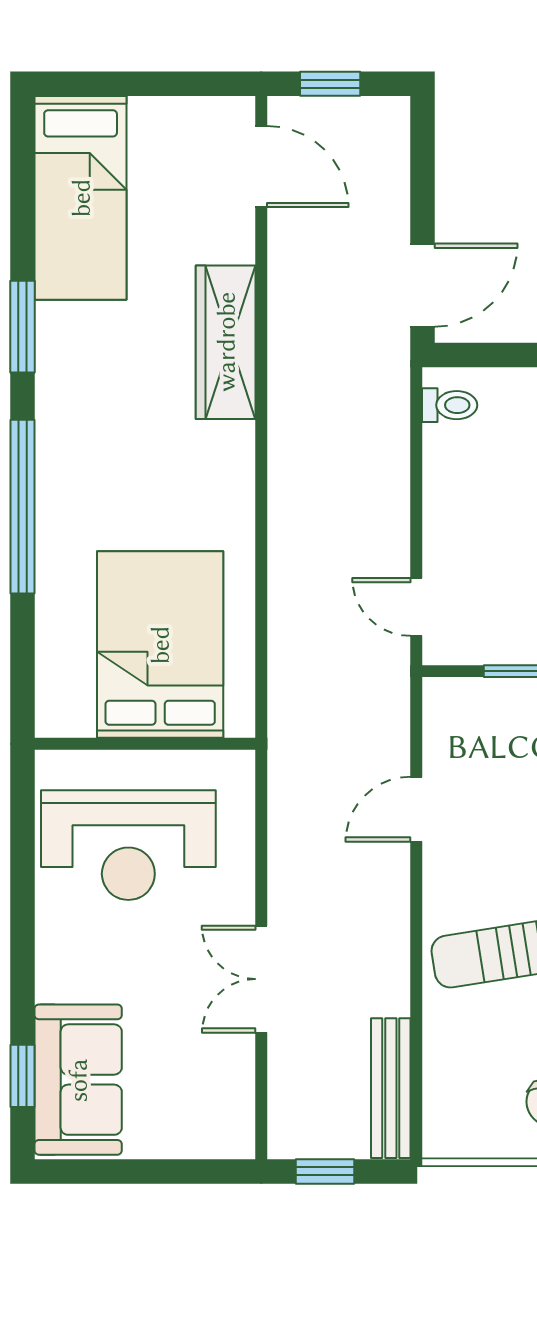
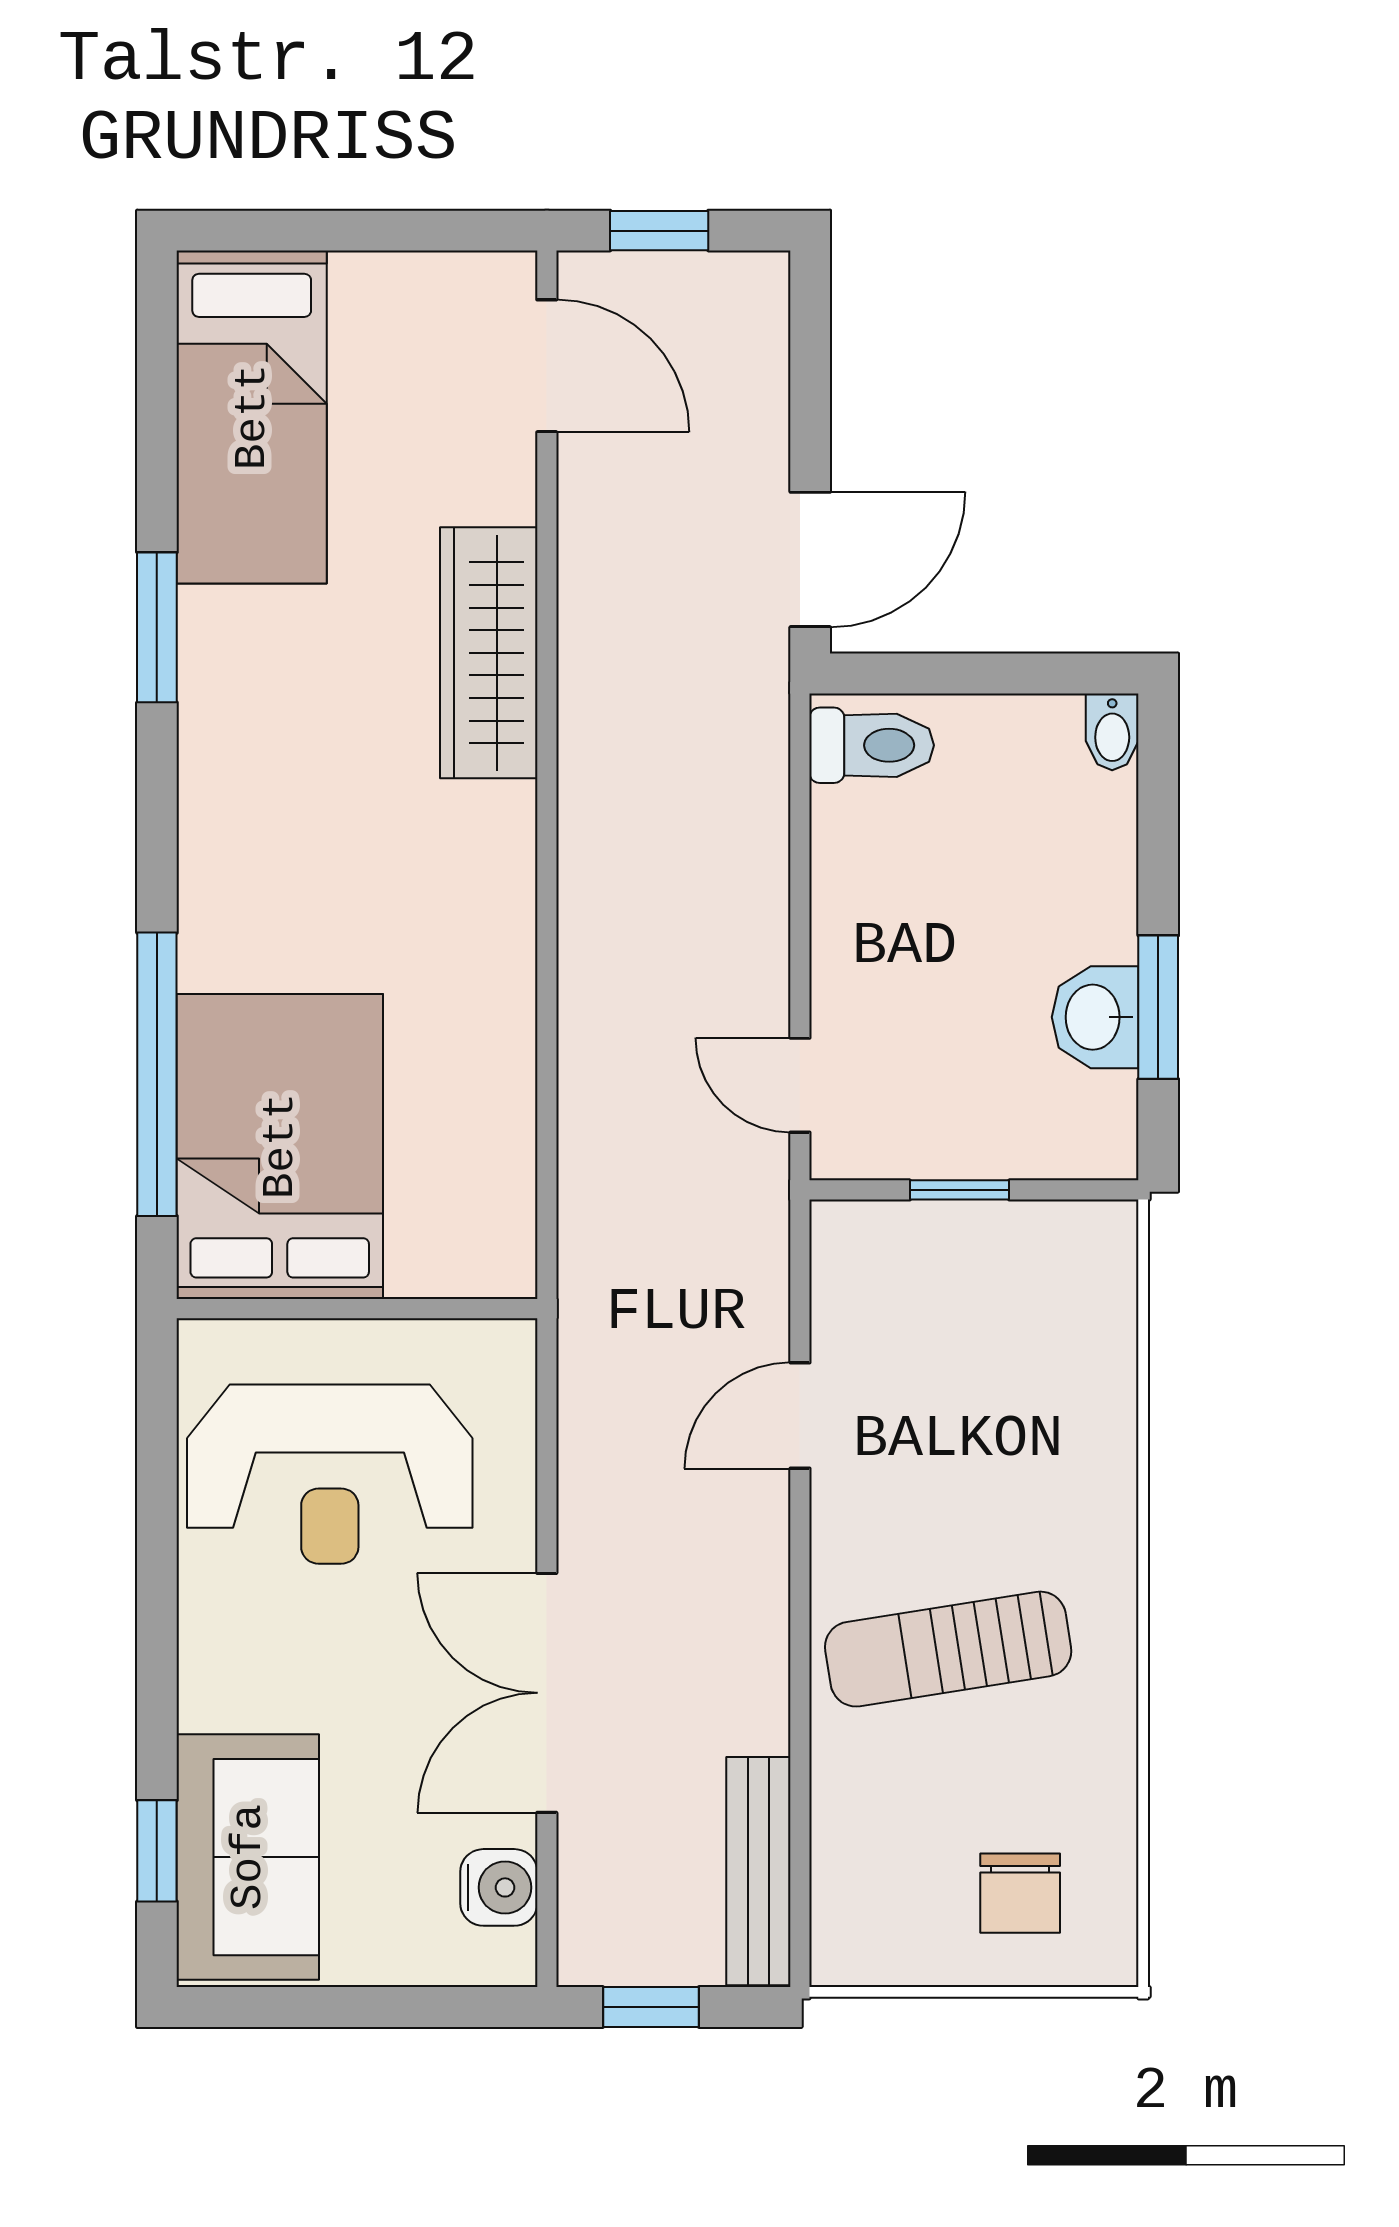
toilet: (450, 405) -> (872, 745), width x1.37, depth x1.39
window: (23, 507) -> (157, 1074), moved
bed: (160, 645) -> (280, 1146), moved
double door: (261, 979) -> (547, 1693), width x1.37
water cooler: (232, 1098) -> (499, 1887), added

